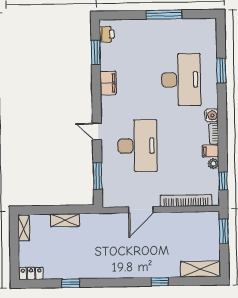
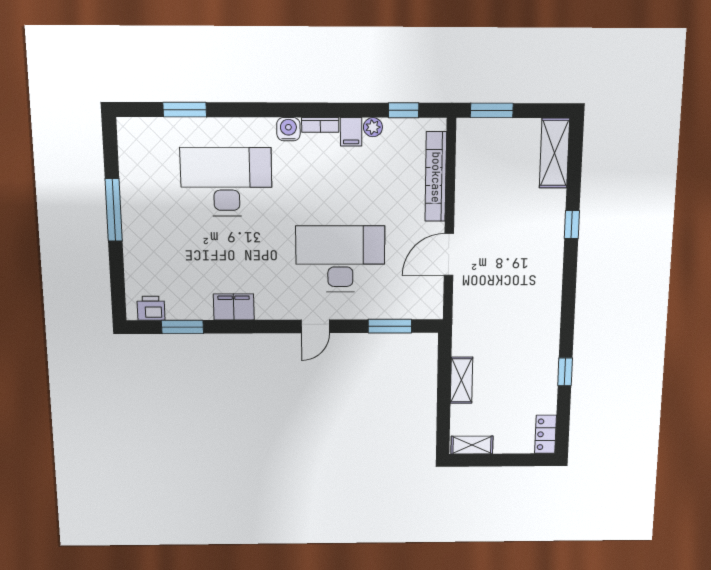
window: (221, 71) -> (185, 110), moved
door: (141, 210) -> (449, 255), swing flipped

